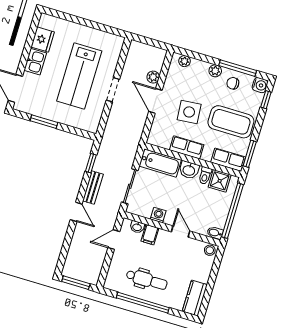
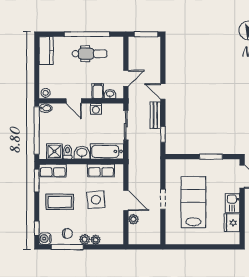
plant: (185, 61) -> (96, 240), moved
coffee table: (231, 122) -> (60, 202), width x0.73, depth x0.76
row of seats: (187, 147) -> (101, 170), moved
dental chair: (147, 280) -> (90, 54), turned 180

